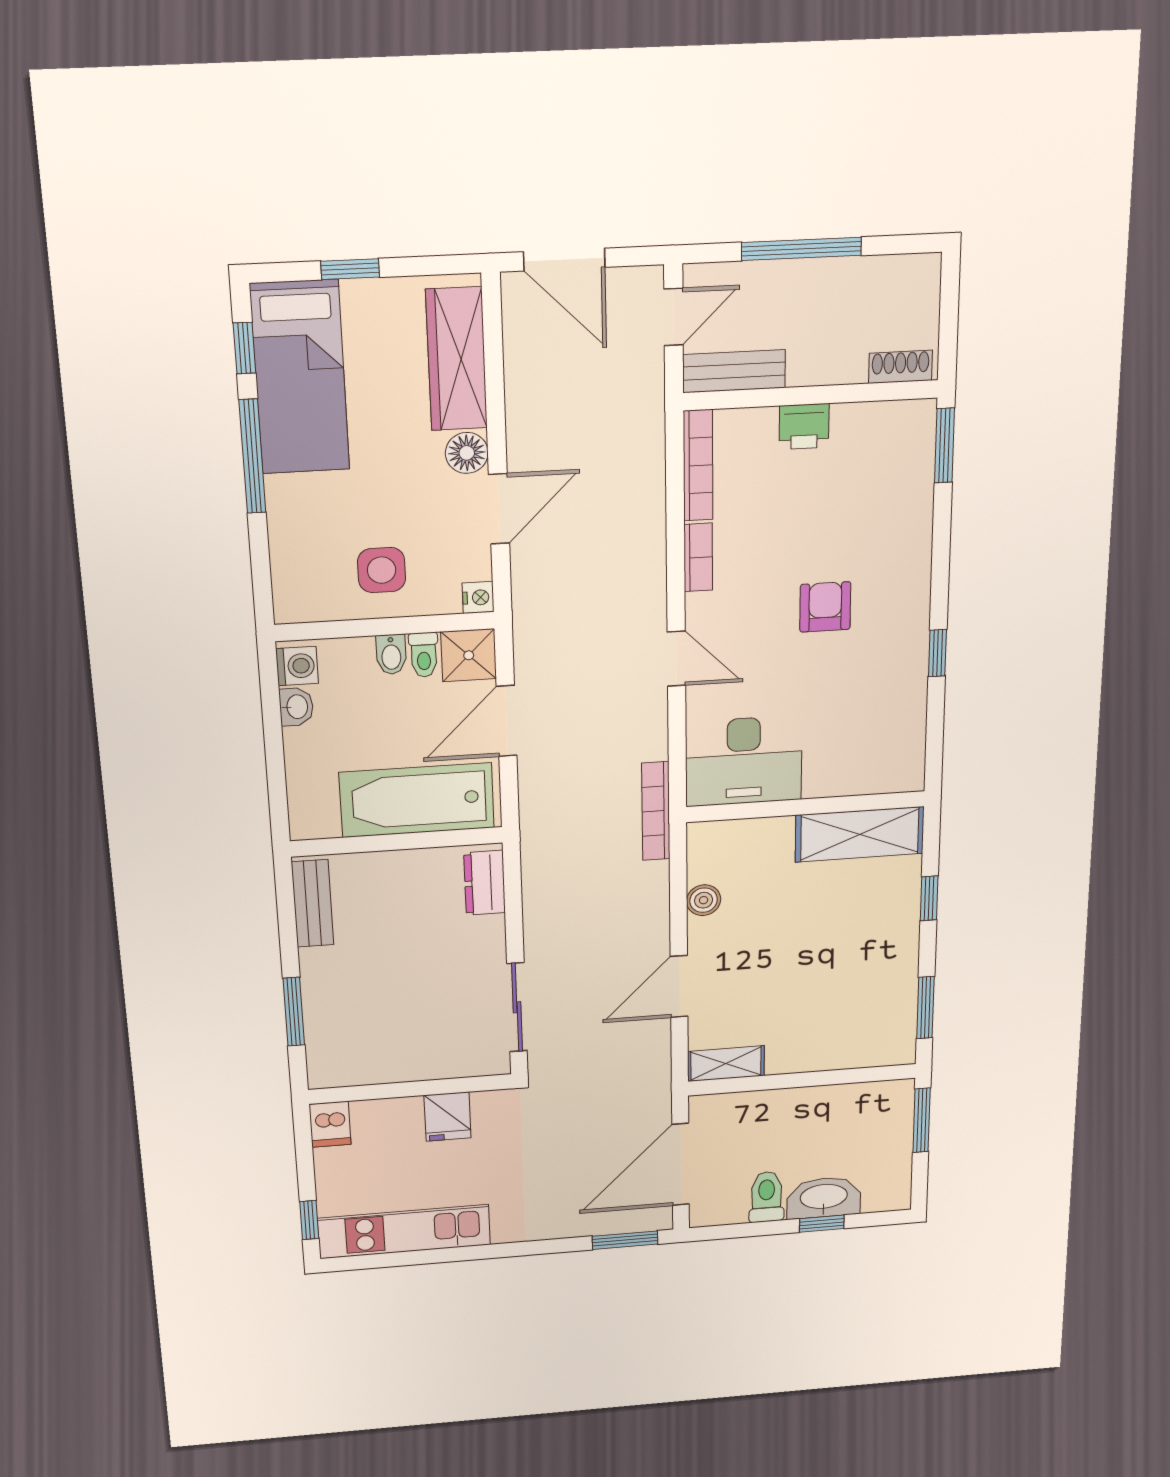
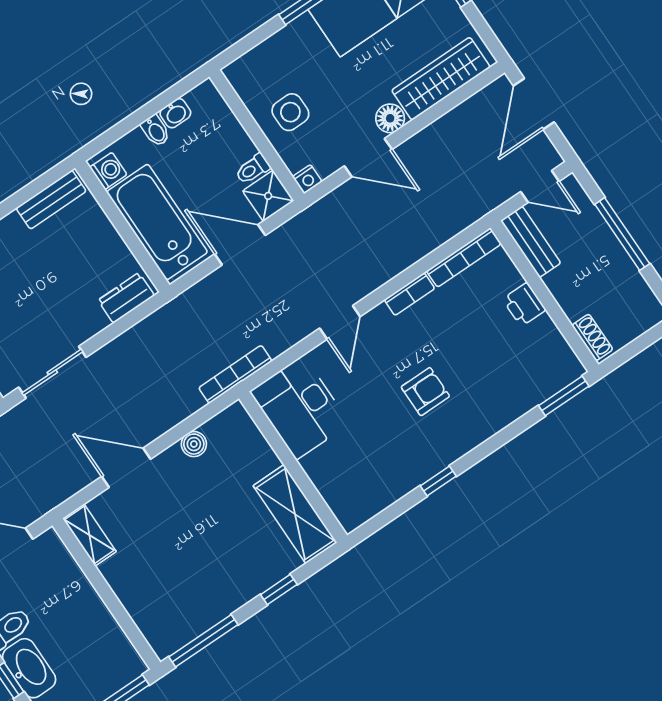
bidet: (391, 654) -> (156, 131), moved, turned -90
washing machine: (297, 666) -> (108, 171), moved, turned -90
window: (925, 1008) -> (203, 641), width x1.44

